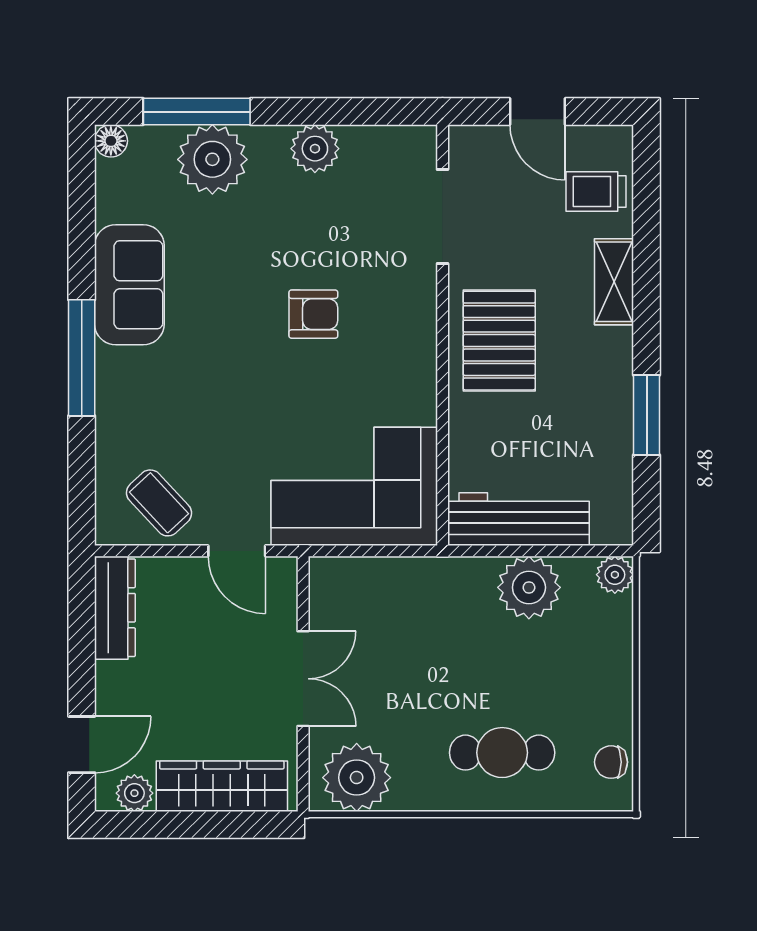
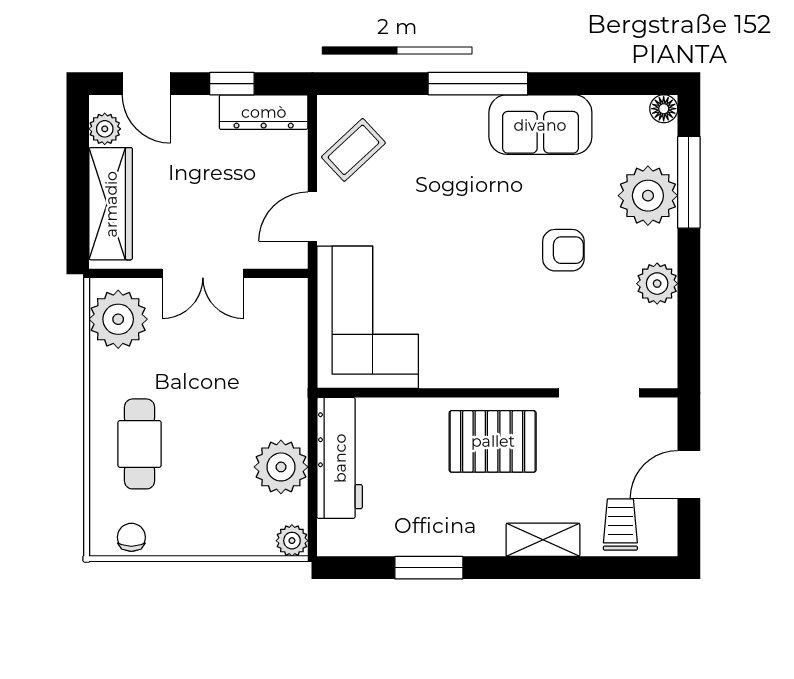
armchair: (313, 314) -> (563, 250), moved, turned -90
window: (82, 645) -> (232, 84), added

